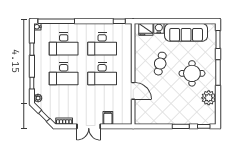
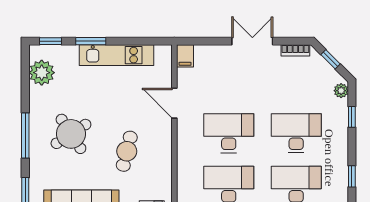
round table: (192, 73) -> (71, 134), turned -33
plant: (209, 98) -> (42, 73), moved
filing cabinet: (108, 118) -> (185, 56), moved
kitchen unit: (166, 118) -> (117, 55), added

